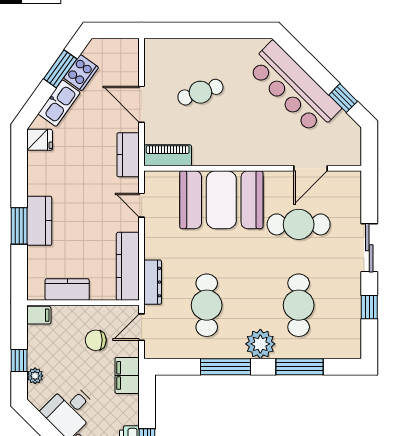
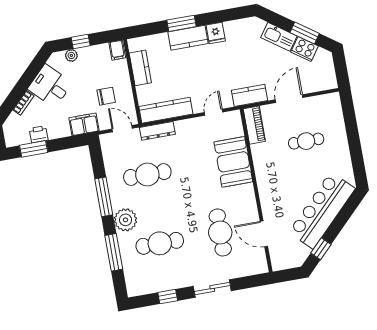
cafe table: (200, 92) -> (306, 141), turned -71
fridge: (40, 140) -> (216, 33), moved
booth: (221, 200) -> (233, 162), width x0.73, depth x0.70
chair: (96, 340) -> (106, 96), turned 90

